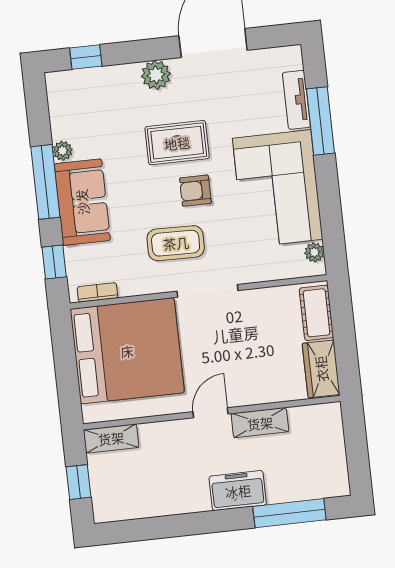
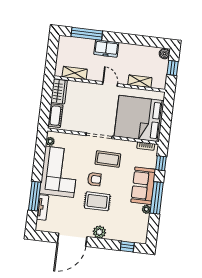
door: (211, 413) -> (110, 84), swing flipped
shelving: (260, 423) -> (75, 73), moved
shelving: (111, 438) -> (140, 81), moved
boiler: (104, 510) -> (165, 54), added

